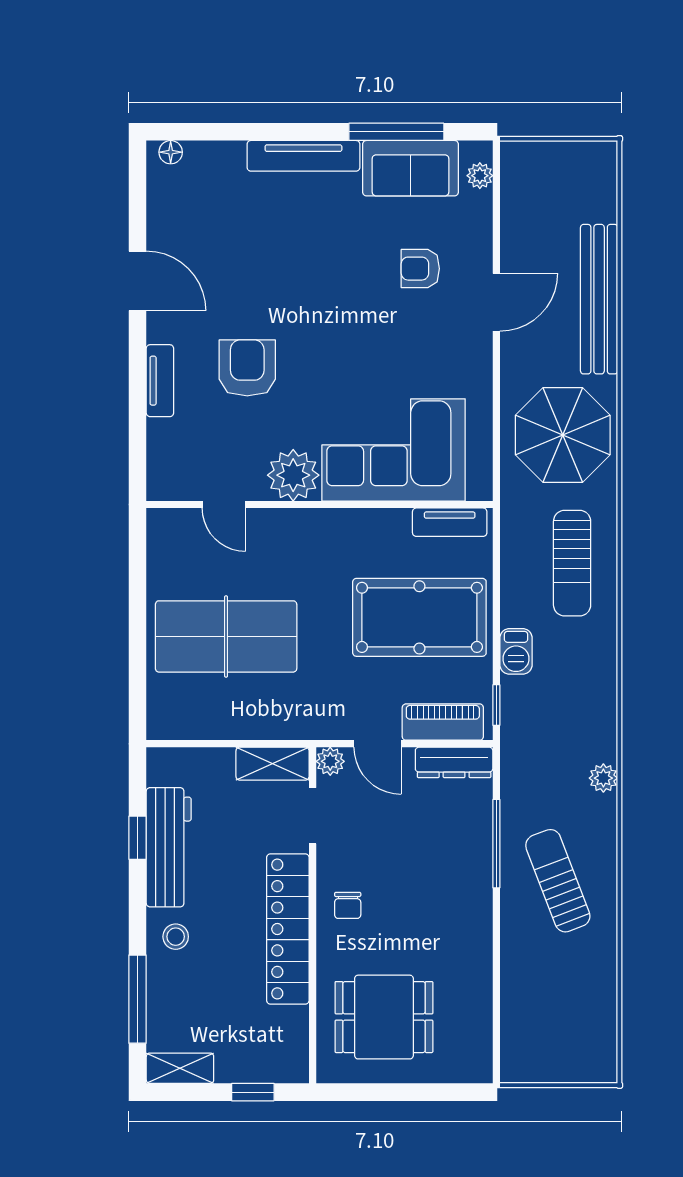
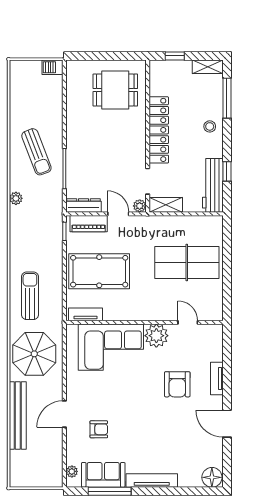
floor lamp: (171, 152) -> (212, 477), width x1.89, depth x1.89
barbecue: (516, 651) -> (52, 67), moved, turned -90
workbench: (169, 847) -> (213, 185), moved
chair: (348, 905) -> (132, 141), removed

